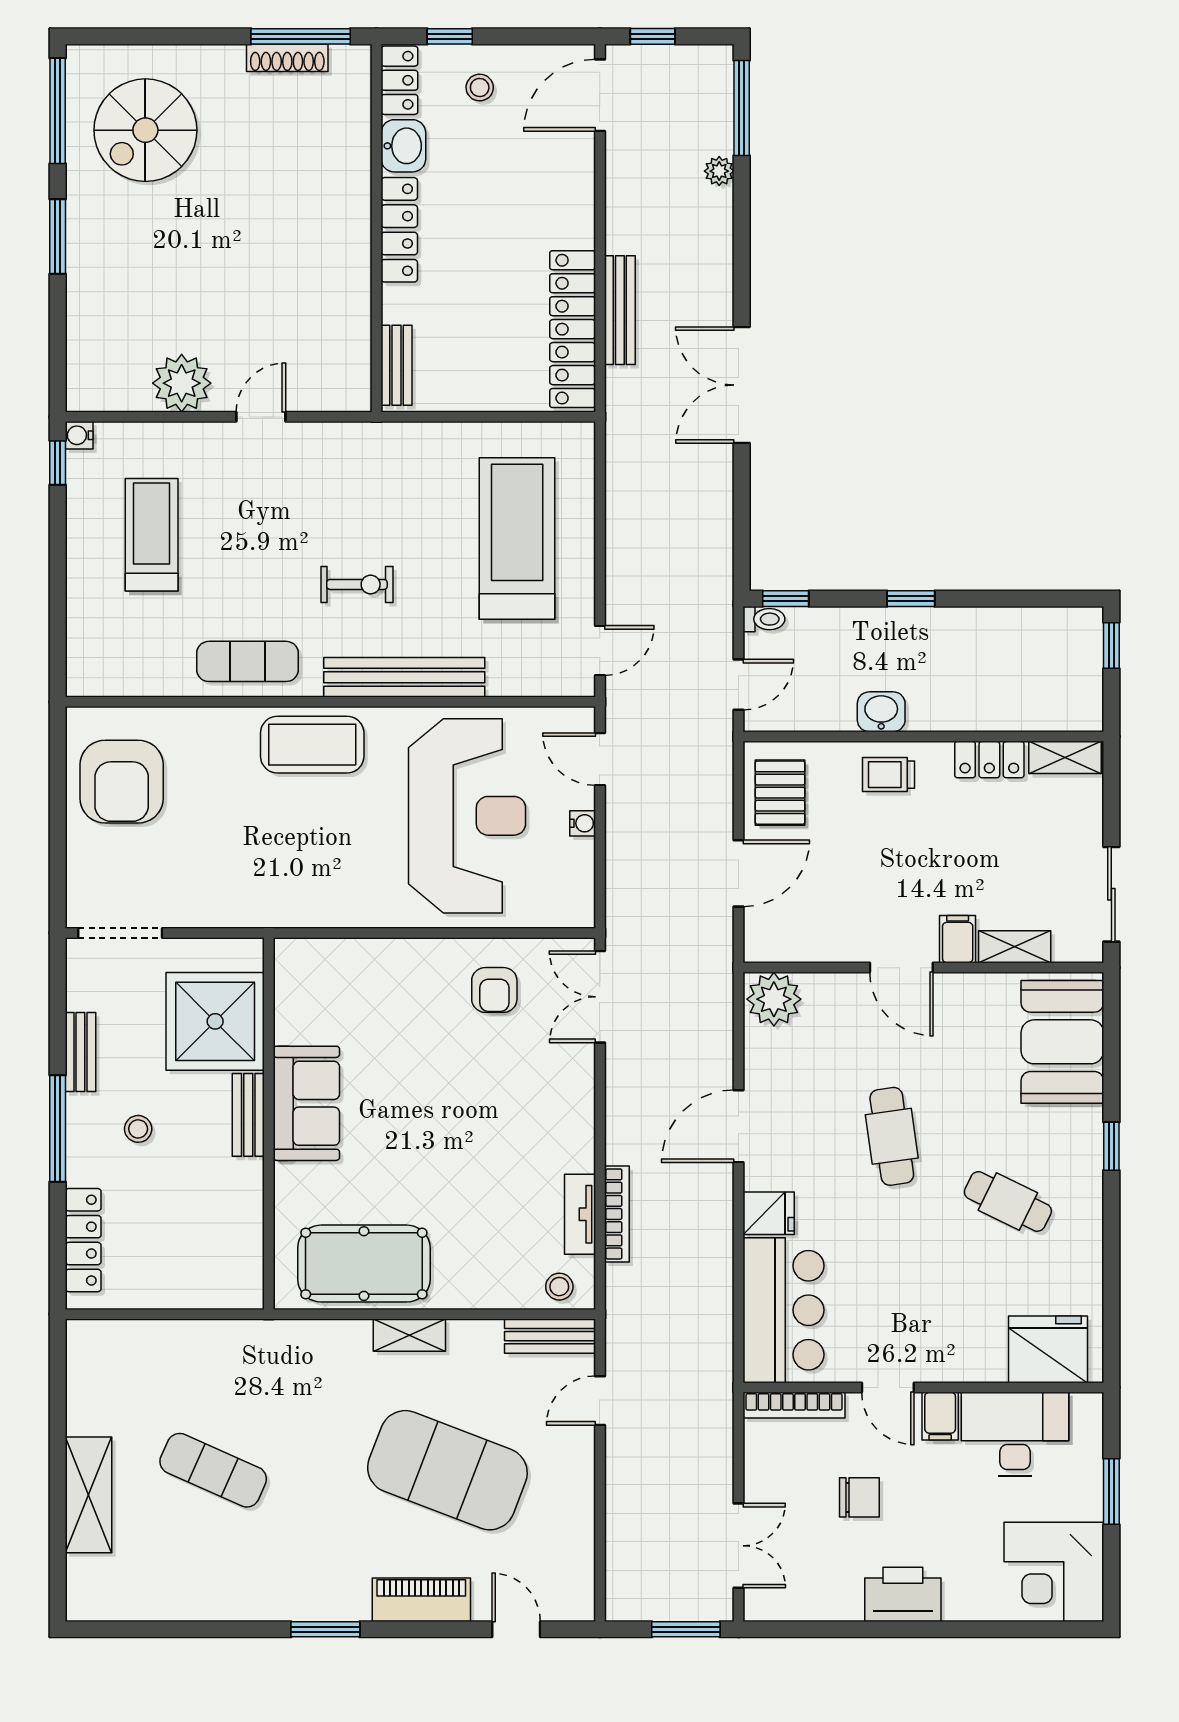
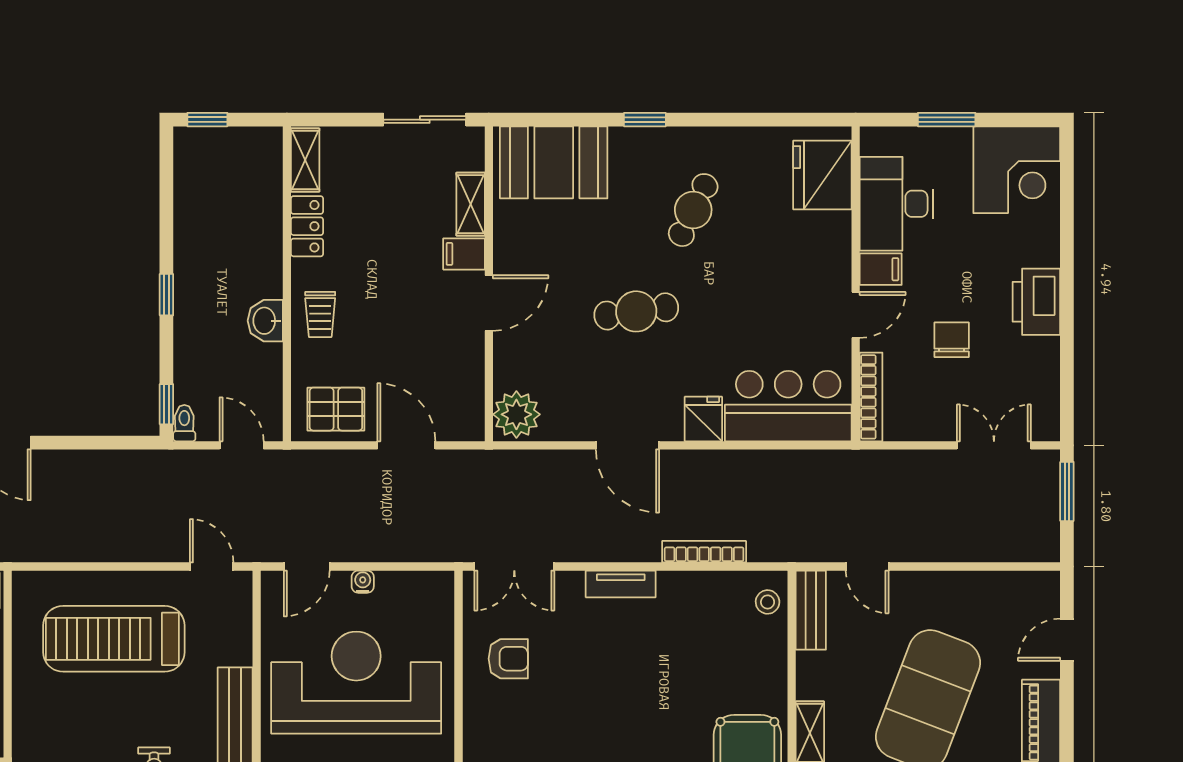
tv unit: (580, 1214) -> (621, 584), moved

